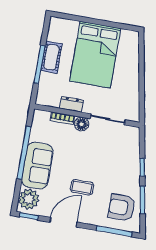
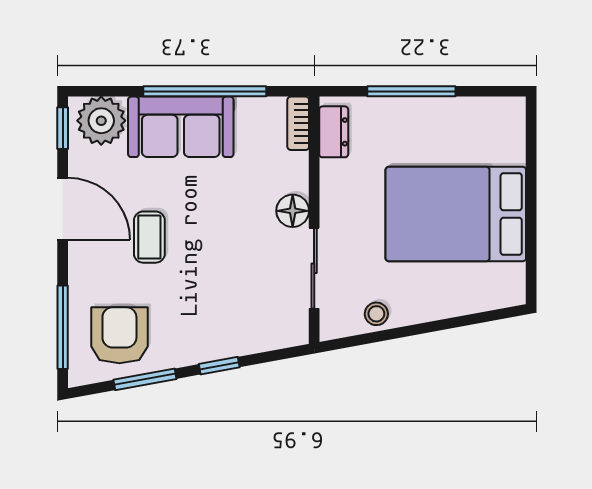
cot: (51, 57) -> (432, 116), removed
stool: (132, 96) -> (376, 314), added
dresser: (71, 104) -> (334, 132), moved
bookcase: (62, 118) -> (298, 123), moved

